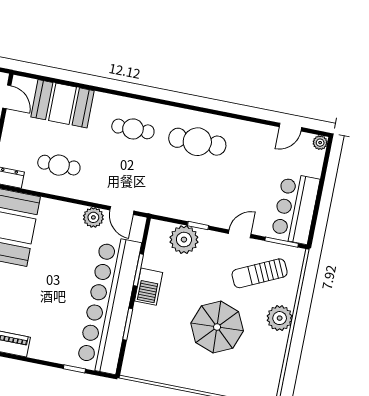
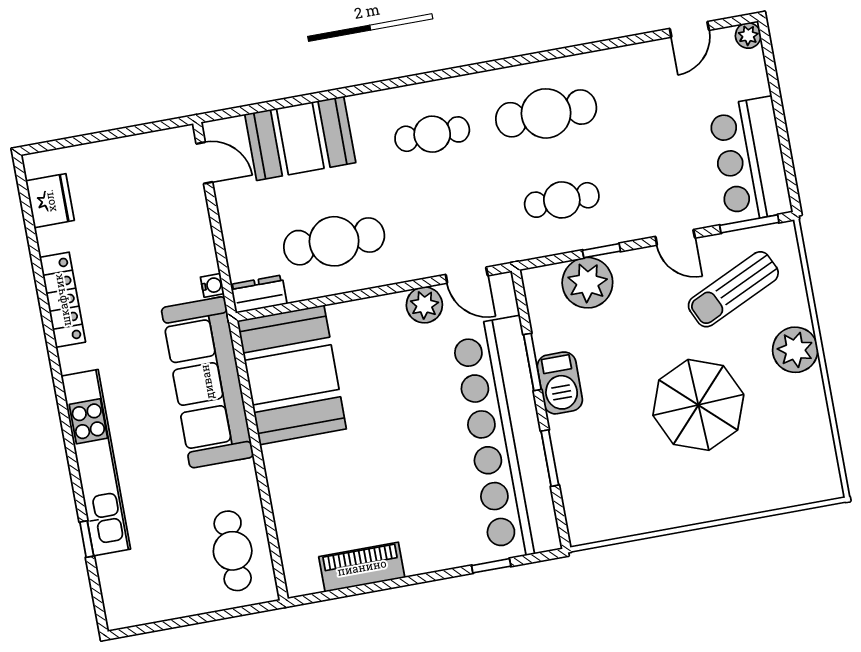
cafe table: (59, 165) -> (334, 241), width x1.37, depth x1.35
cafe table: (188, 191) -> (562, 200), added
door: (240, 234) -> (675, 237), swing flipped

